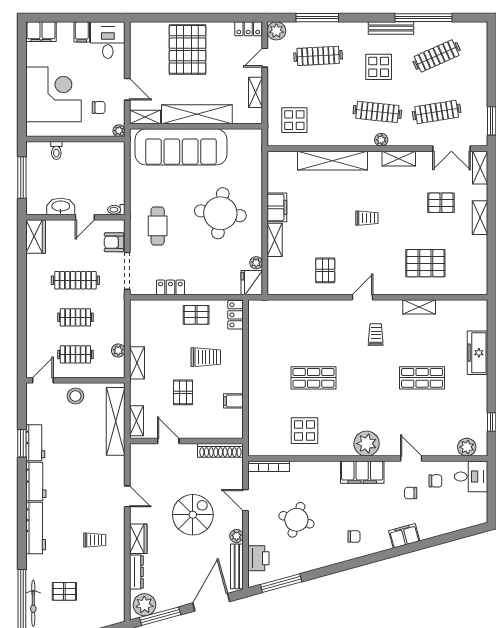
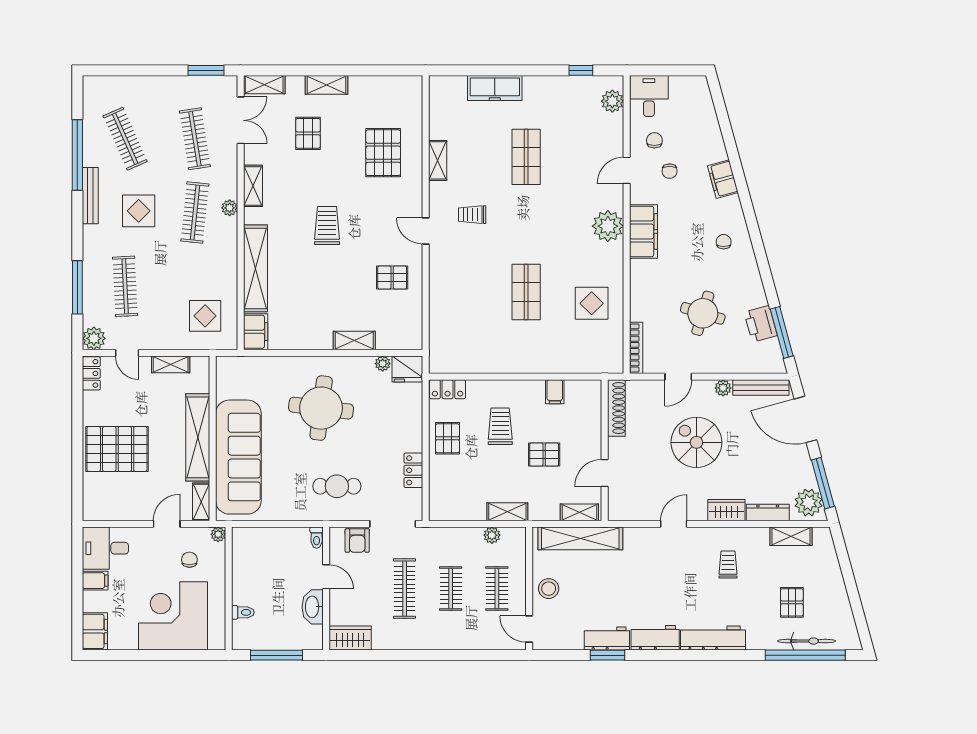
filing cabinet: (277, 207) -> (256, 332), moved, turned 90
trolley: (367, 218) -> (327, 226), width x1.36, depth x1.39
printer: (258, 558) -> (761, 324), moved, turned -105
shelving: (117, 591) -> (791, 536), added

